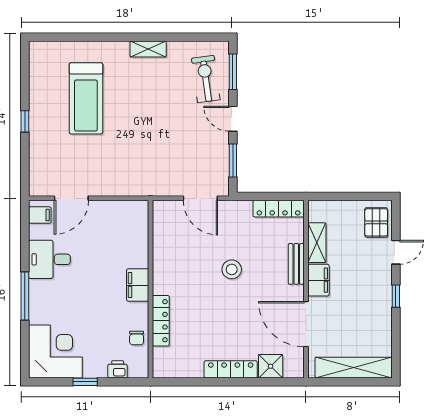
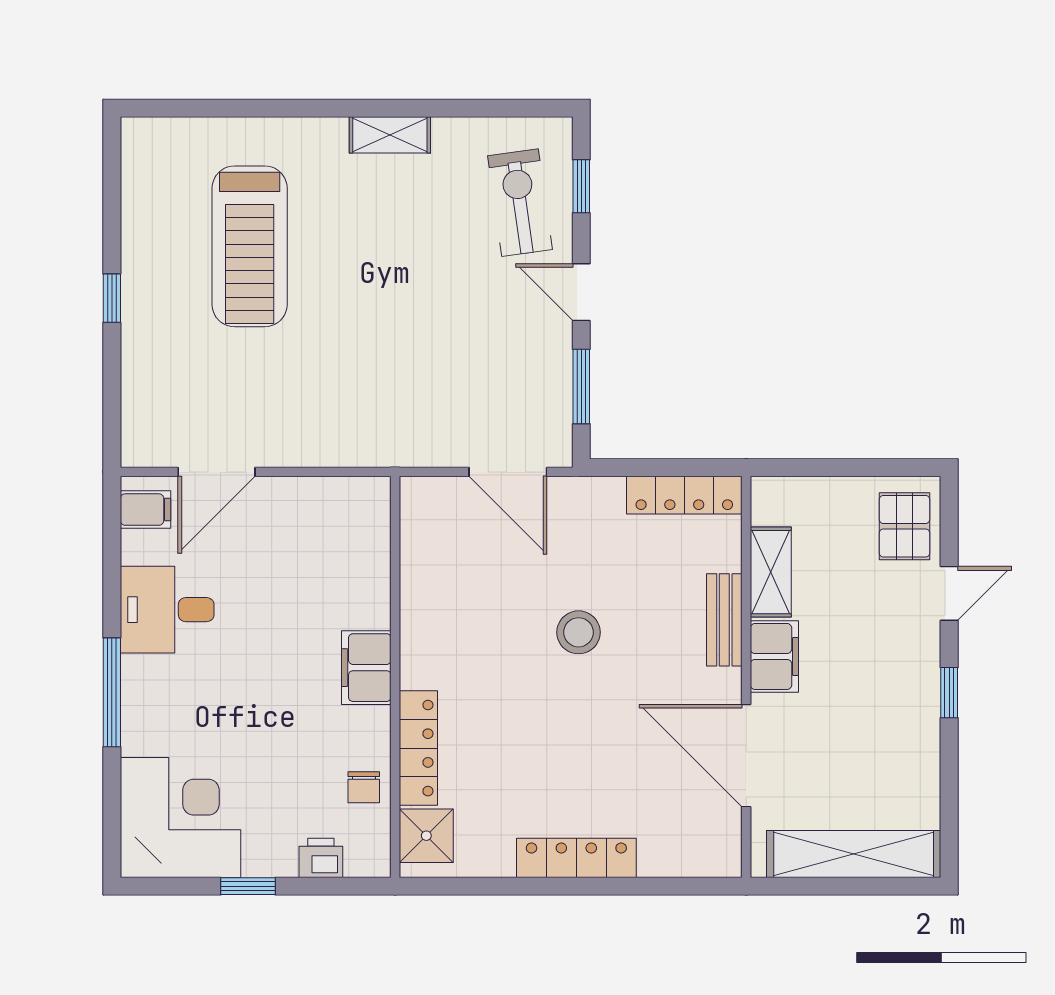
window: (233, 72) -> (581, 186), width x0.67
shower: (271, 366) -> (426, 836), moved

